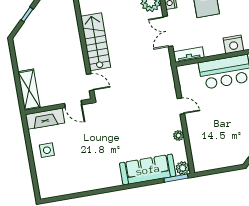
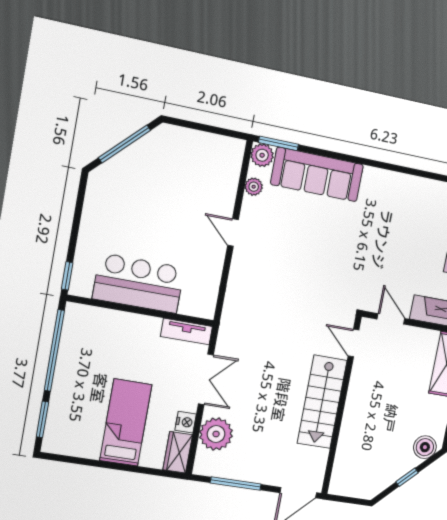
boiler: (23, 36) -> (425, 447), added
nightstand: (233, 44) -> (109, 322), removed
door: (181, 106) -> (233, 233), moved
plant: (179, 136) -> (254, 187), moved

